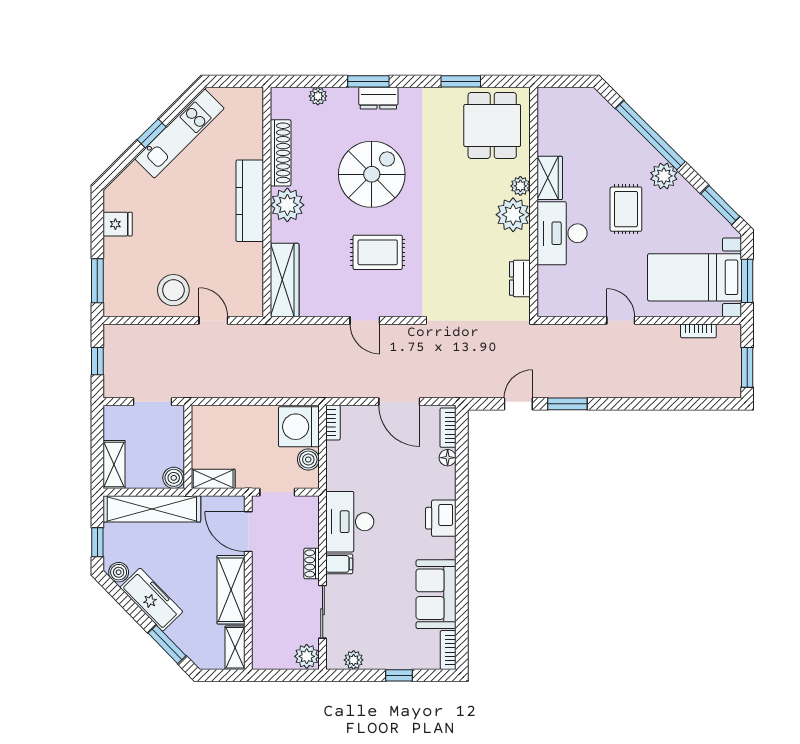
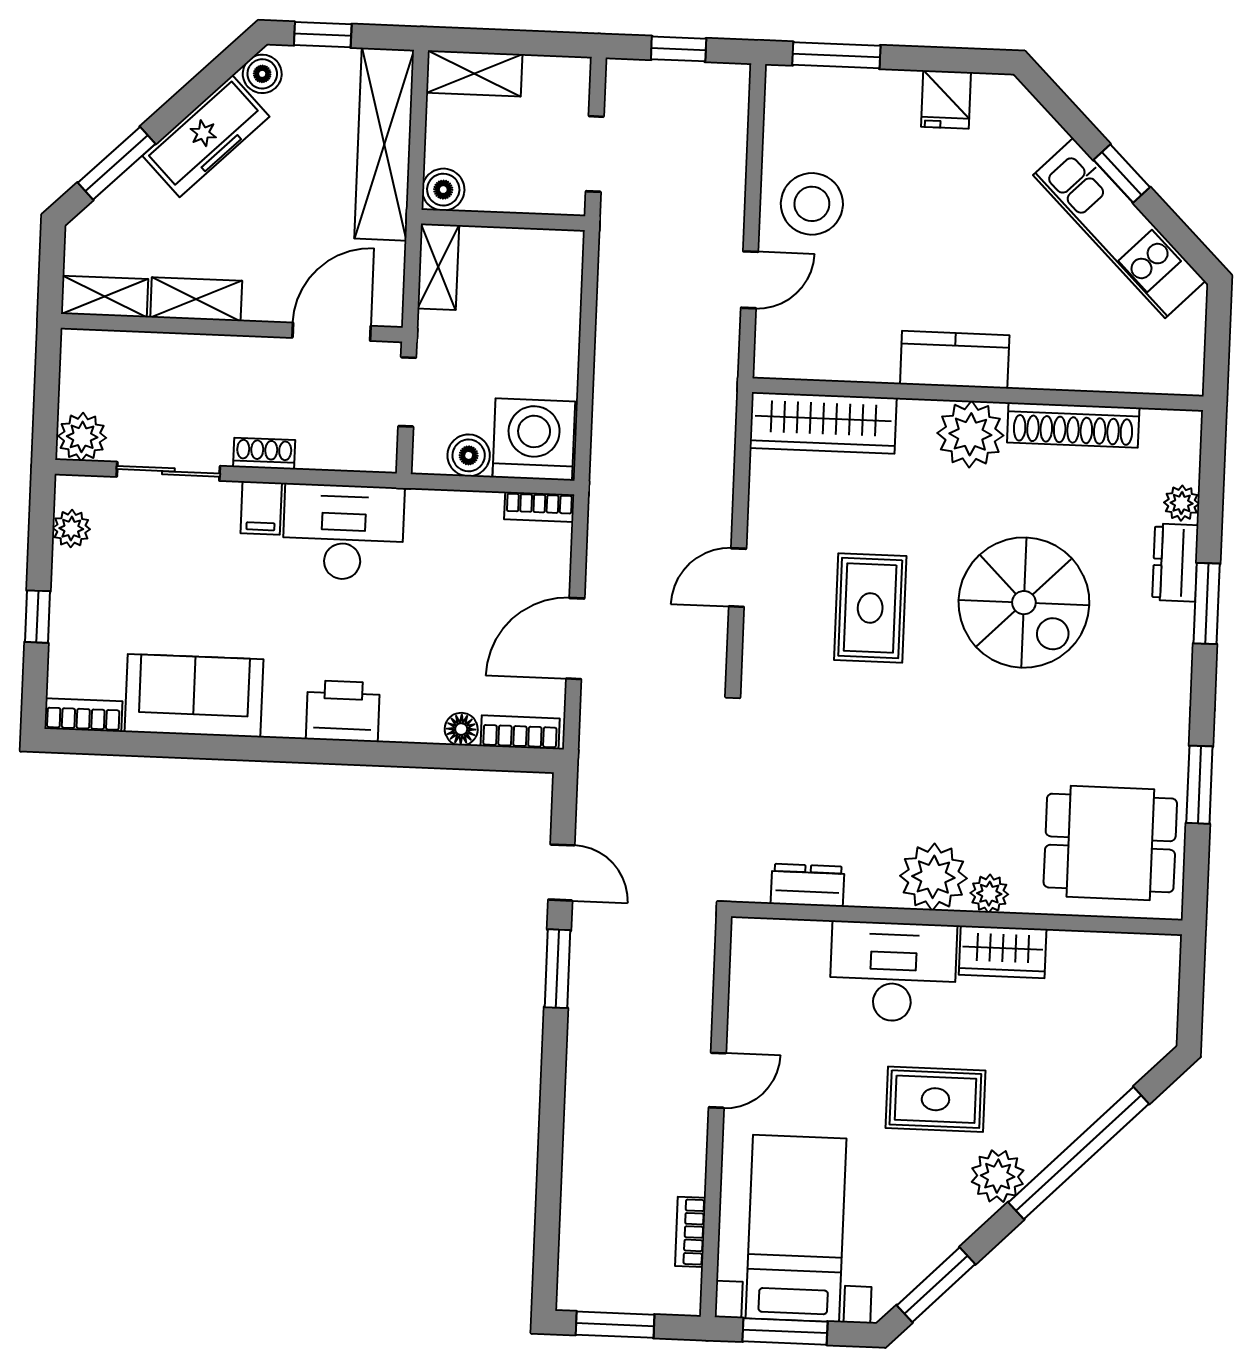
dresser: (378, 98) -> (1175, 563), moved
kitchen counter: (250, 201) -> (955, 360), width x0.67
shelving: (231, 590) -> (196, 299), width x0.67, depth x0.75

